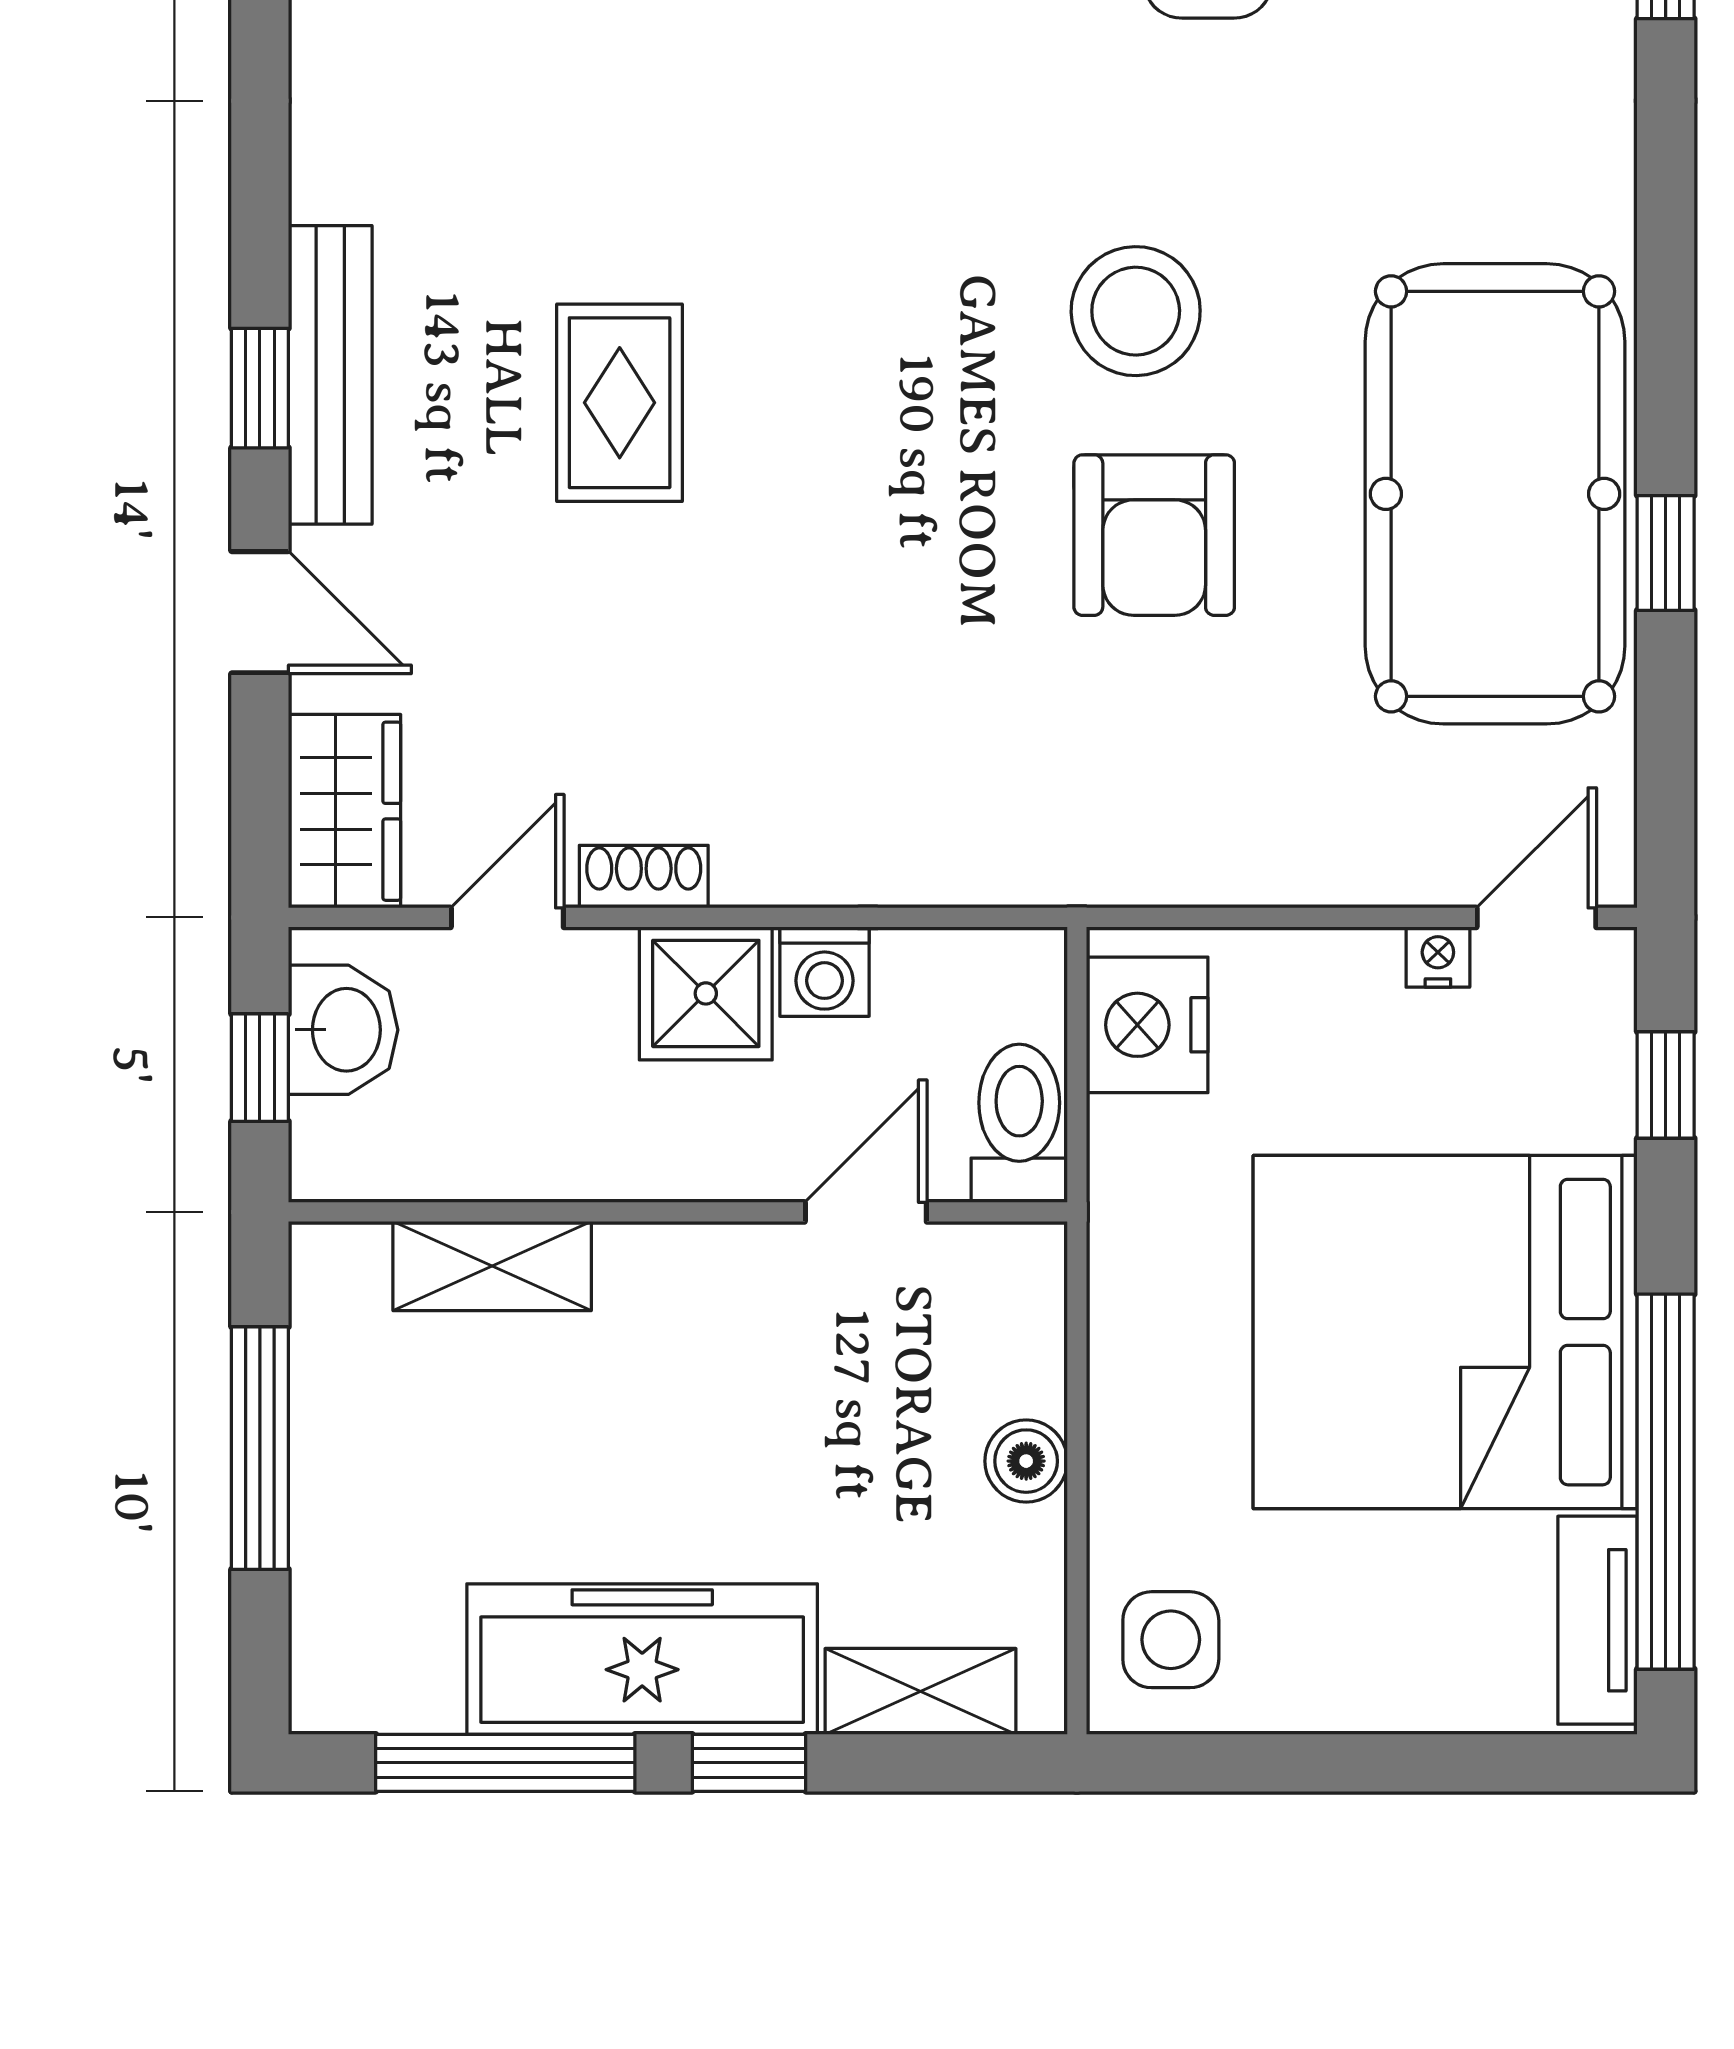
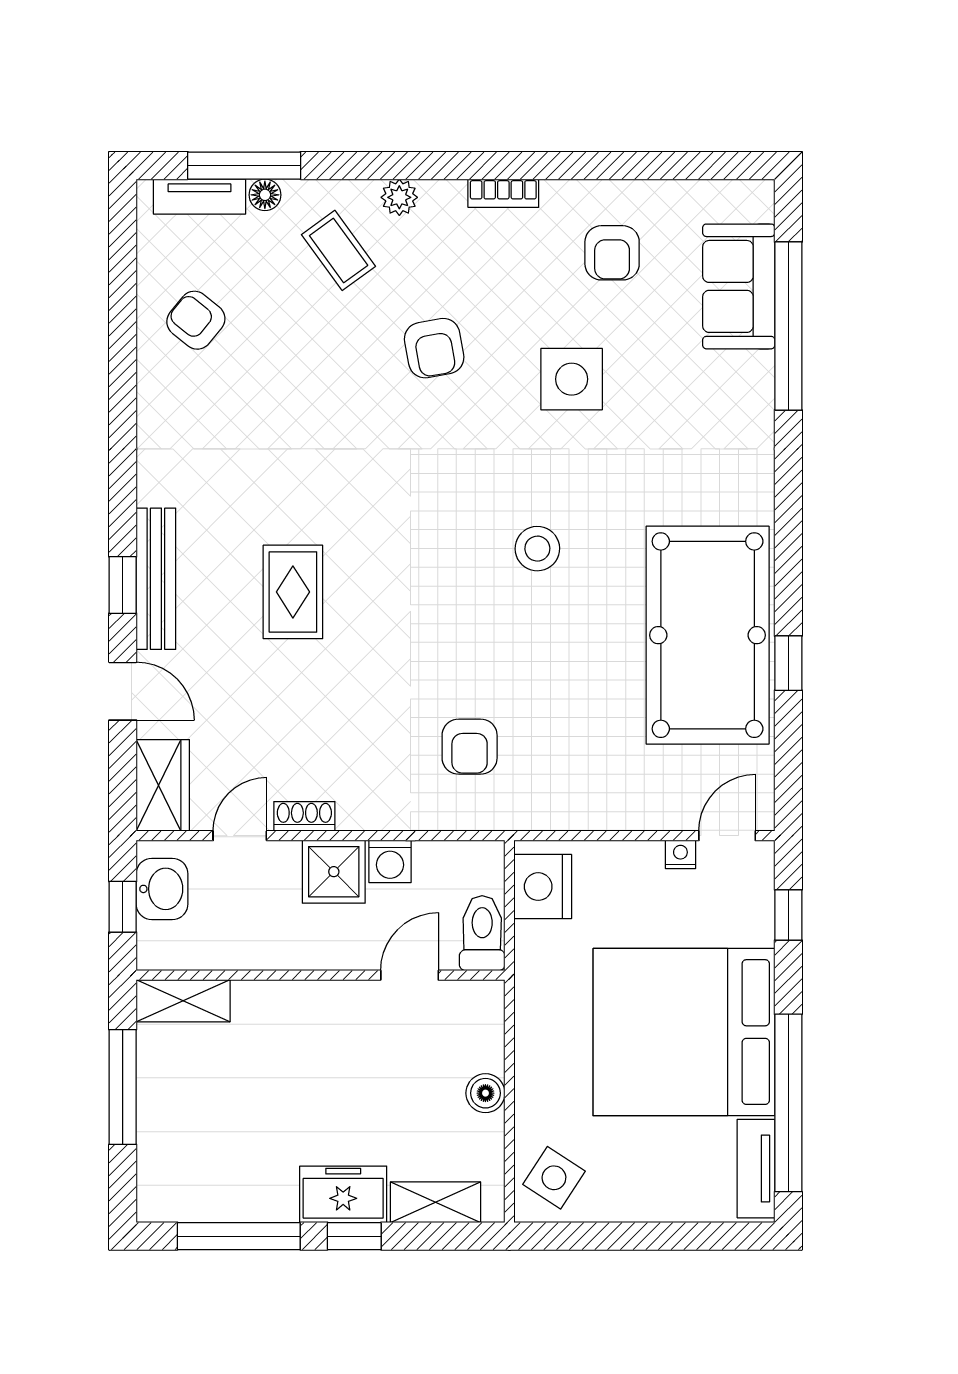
stool: (1136, 311) -> (537, 549), width x0.73, depth x0.73
armchair: (1154, 535) -> (470, 747), moved, width x0.72, depth x0.72
shelving: (492, 1266) -> (183, 1001), moved
side table: (1171, 1640) -> (554, 1178), turned 33
freezer: (642, 1659) -> (343, 1194), width x0.52, depth x0.79

